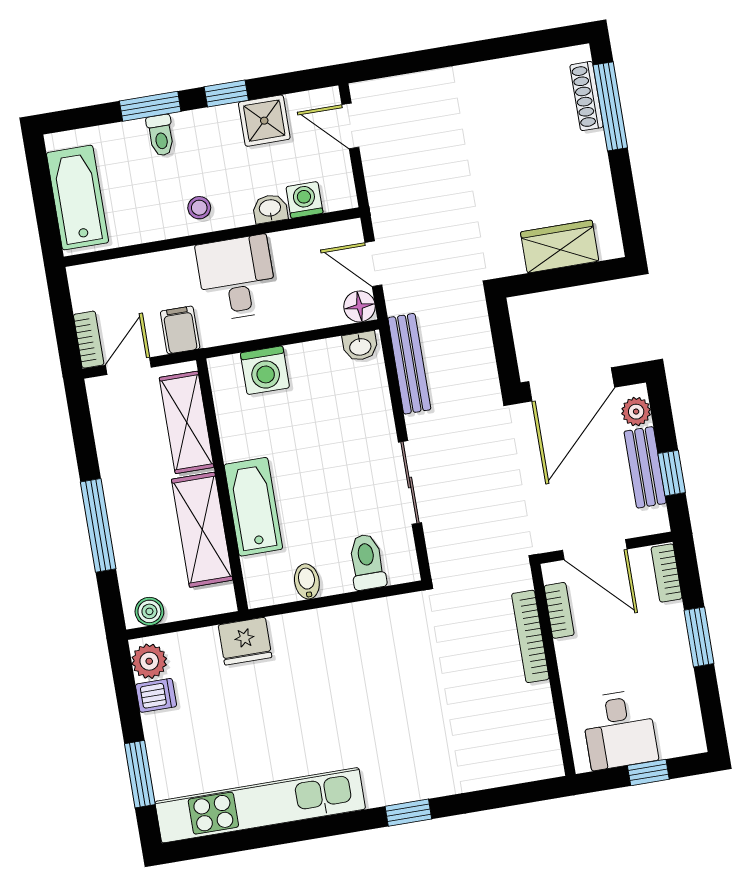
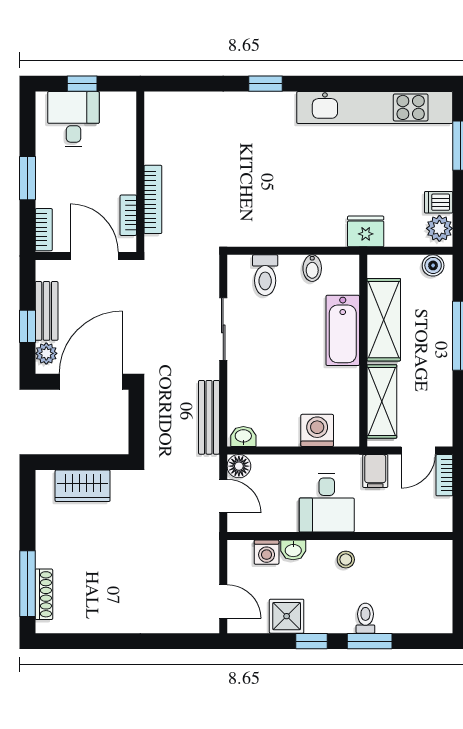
bathtub: (77, 198) -> (435, 582), removed
window: (672, 473) -> (27, 326), moved
desk: (619, 730) -> (73, 119), moved

